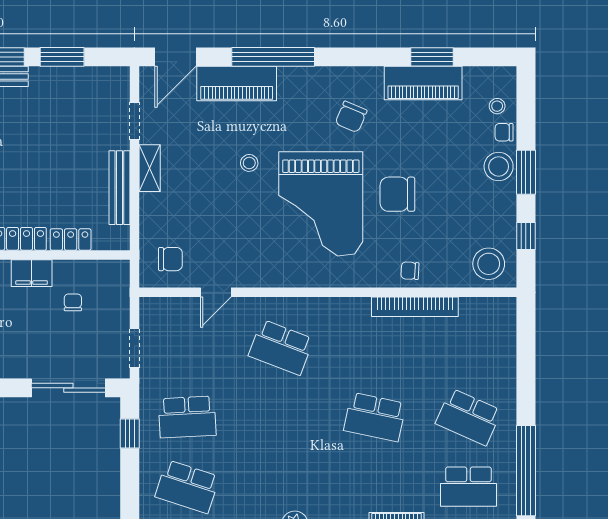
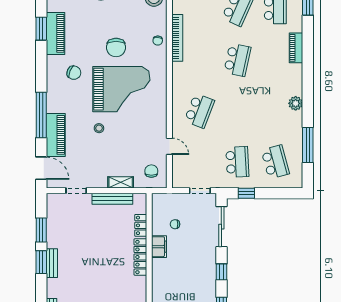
shelving: (150, 168) -> (121, 182), moved
school desk: (187, 487) -> (275, 162), turned -33

